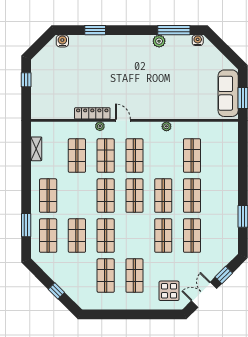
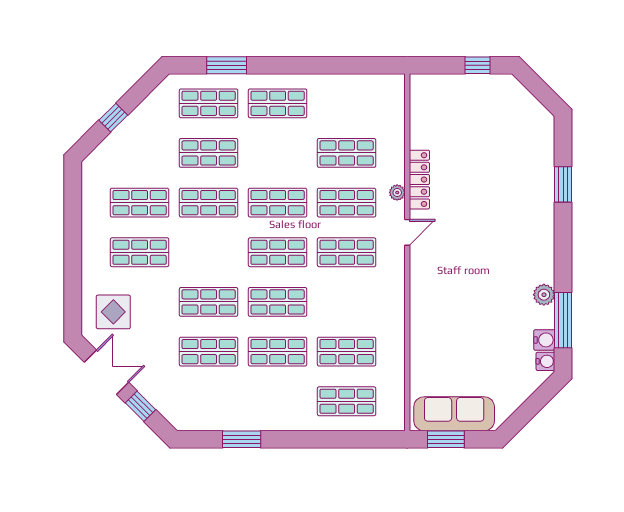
water cooler: (62, 41) -> (544, 340), moved
plant: (166, 126) -> (397, 307), removed
shelving: (36, 149) -> (358, 83), removed
shop shelf: (221, 156) -> (347, 401), added

